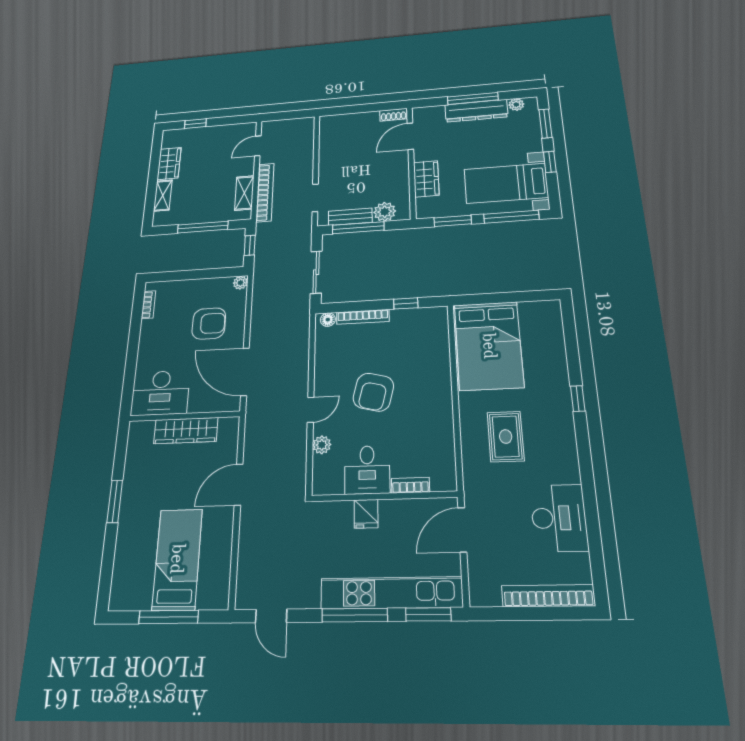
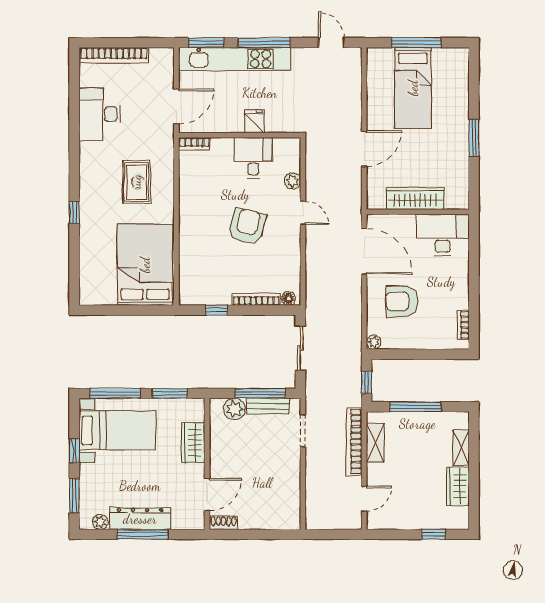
door: (311, 410) -> (303, 213), swing flipped
bookcase: (410, 485) -> (194, 144), moved

